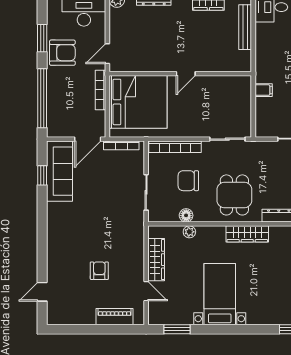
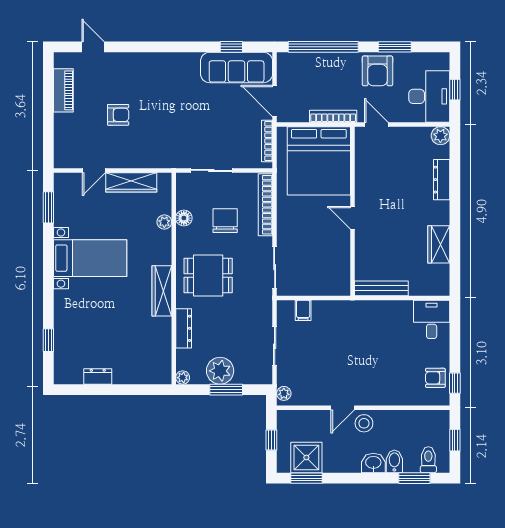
bench: (245, 27) -> (381, 288), moved
filing cabinet: (264, 90) -> (303, 310), moved
piano: (115, 317) -> (63, 90), moved

